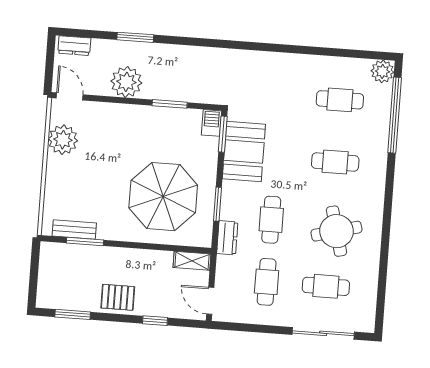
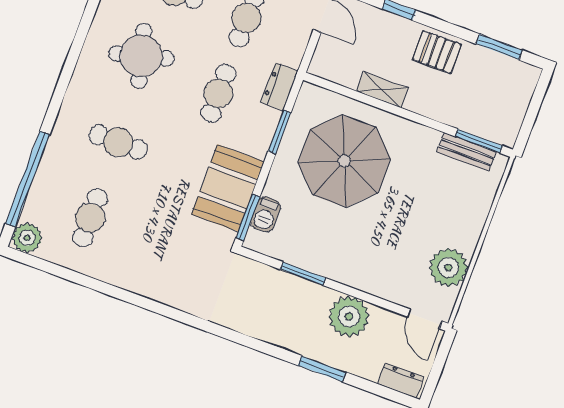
cafe table: (340, 100) -> (90, 218), turned 90
barbecue: (211, 123) -> (266, 214), moved
window: (85, 241) -> (479, 141), moved
shelving: (192, 261) -> (382, 90), moved

